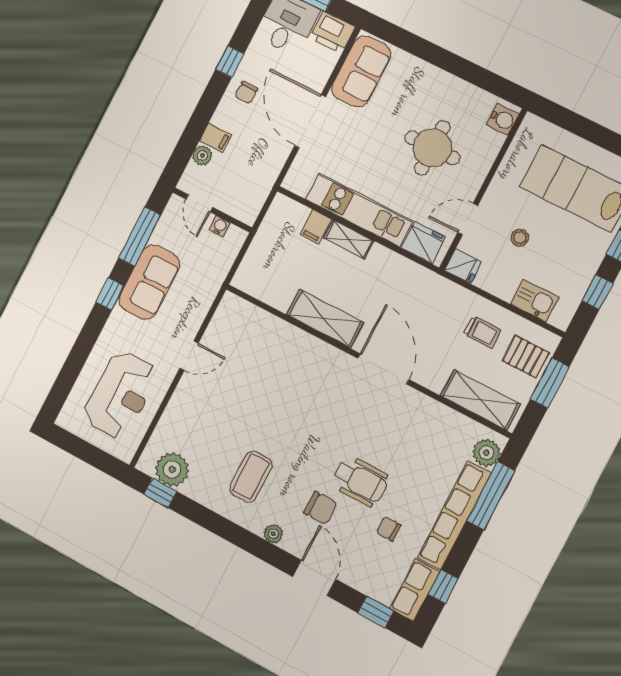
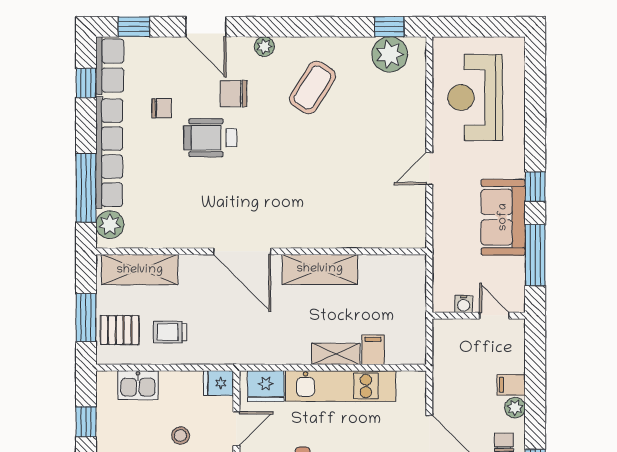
plant: (202, 156) -> (515, 408), moved
coffee table: (251, 477) -> (313, 87), turned 32

